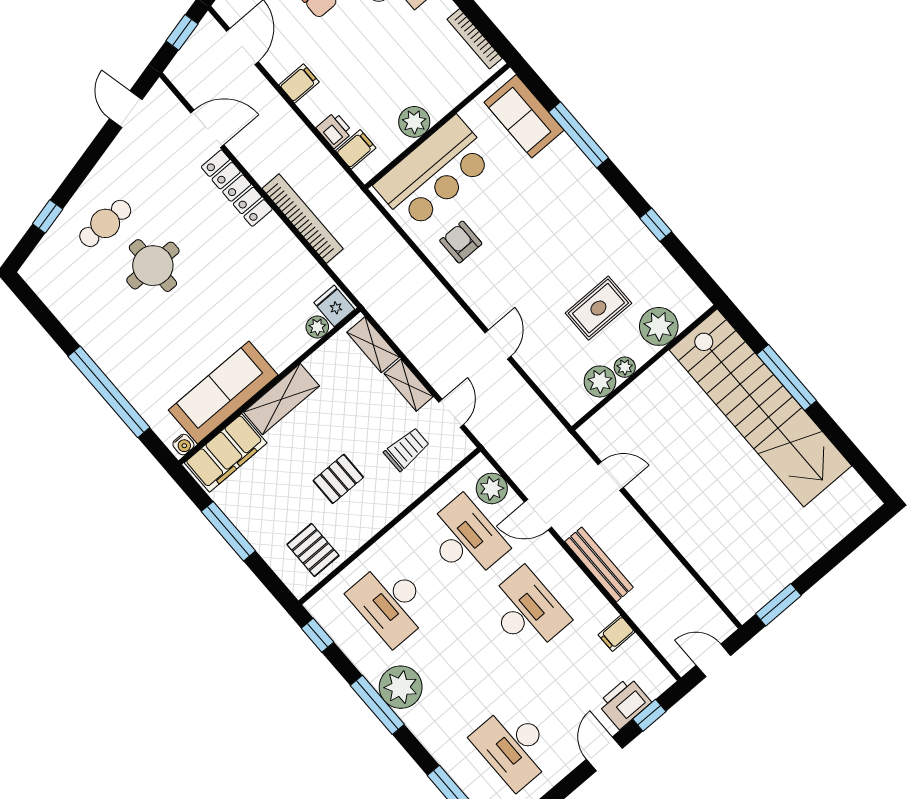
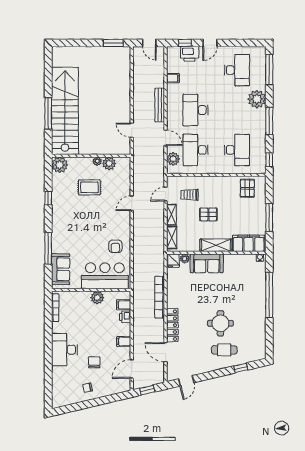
plant: (659, 326) -> (60, 165), moved
sofa: (223, 392) -> (207, 263), moved, width x0.73
pallet: (338, 479) -> (208, 214), moved
plant: (401, 687) -> (257, 99), moved

